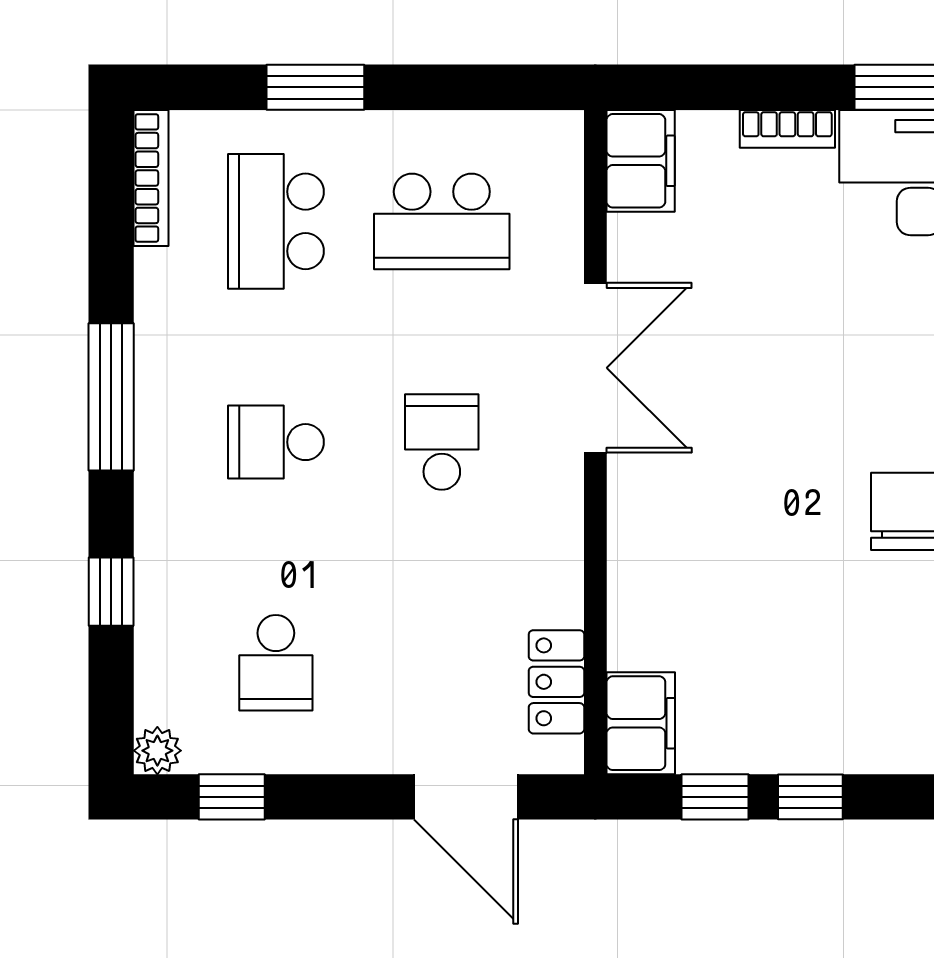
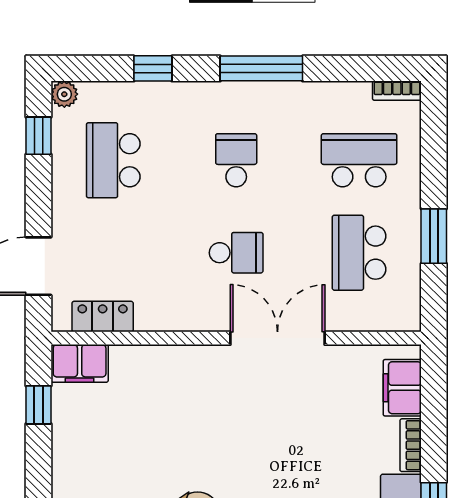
window: (315, 87) -> (434, 236), moved
filing cabinet: (641, 161) -> (402, 388), moved, turned 90
bookcase: (151, 178) -> (397, 91), width x0.64
double door: (595, 368) -> (278, 338), swing flipped
school desk: (276, 663) -> (113, 160), width x1.85
window: (810, 797) -> (39, 458), removed

